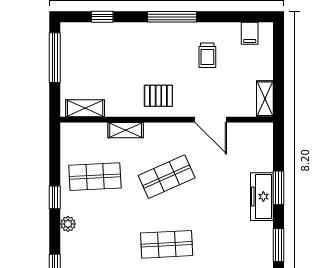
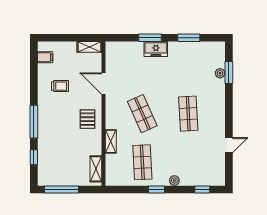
window: (172, 17) -> (34, 122), moved
door: (211, 120) -> (104, 84), swing flipped
freezer: (262, 197) -> (156, 49), width x0.71

